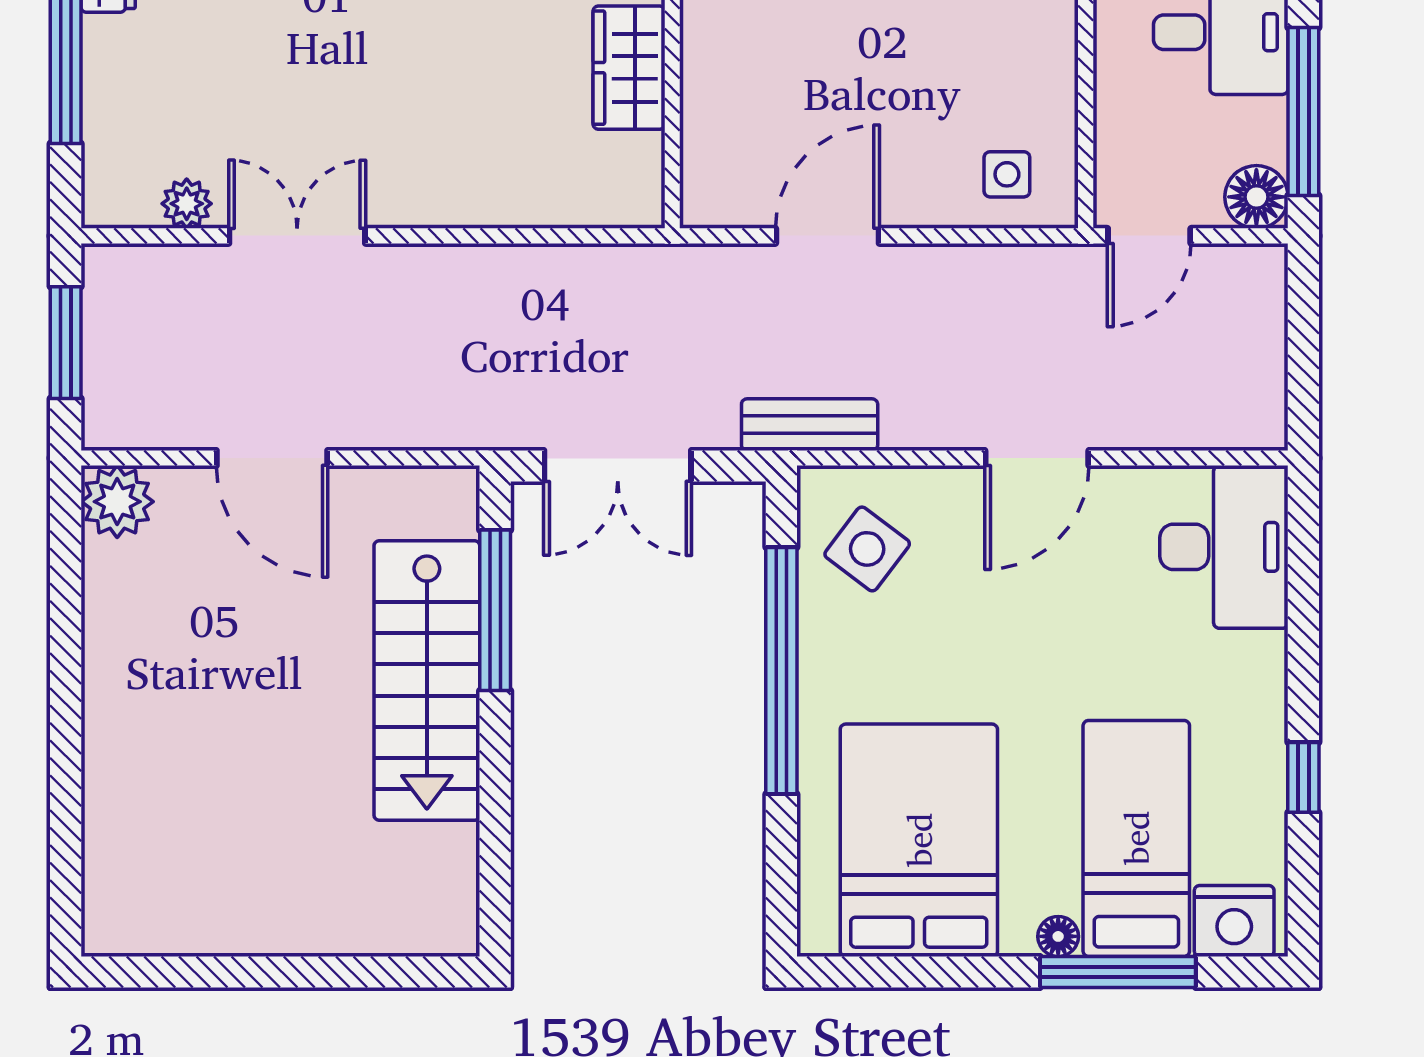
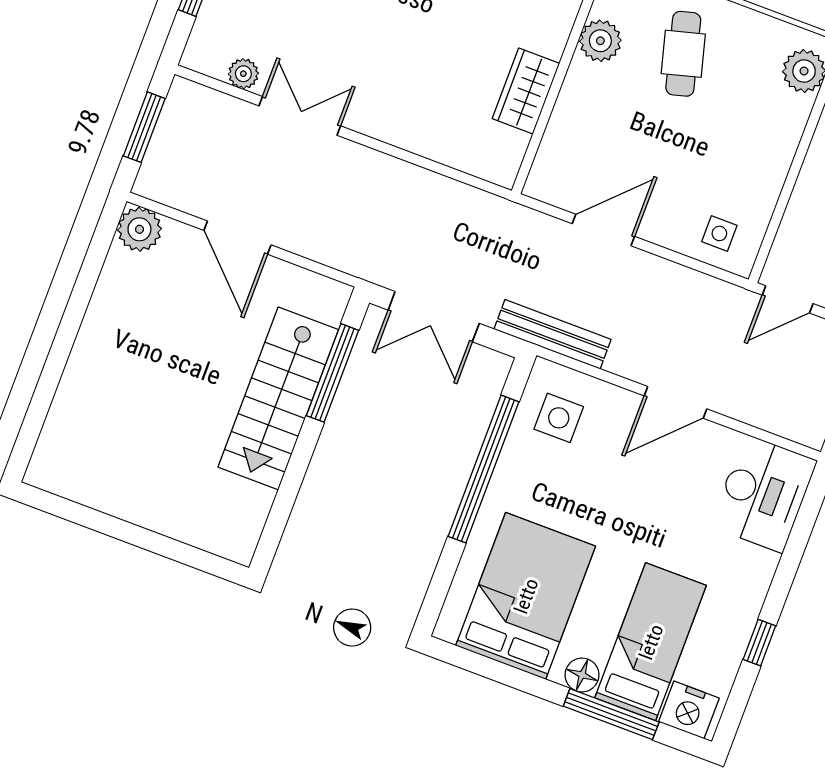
bench: (810, 425) -> (552, 334), width x1.36
side table: (867, 549) -> (559, 418), turned -37
floor lamp: (1058, 936) -> (582, 675), width x1.37, depth x1.37

